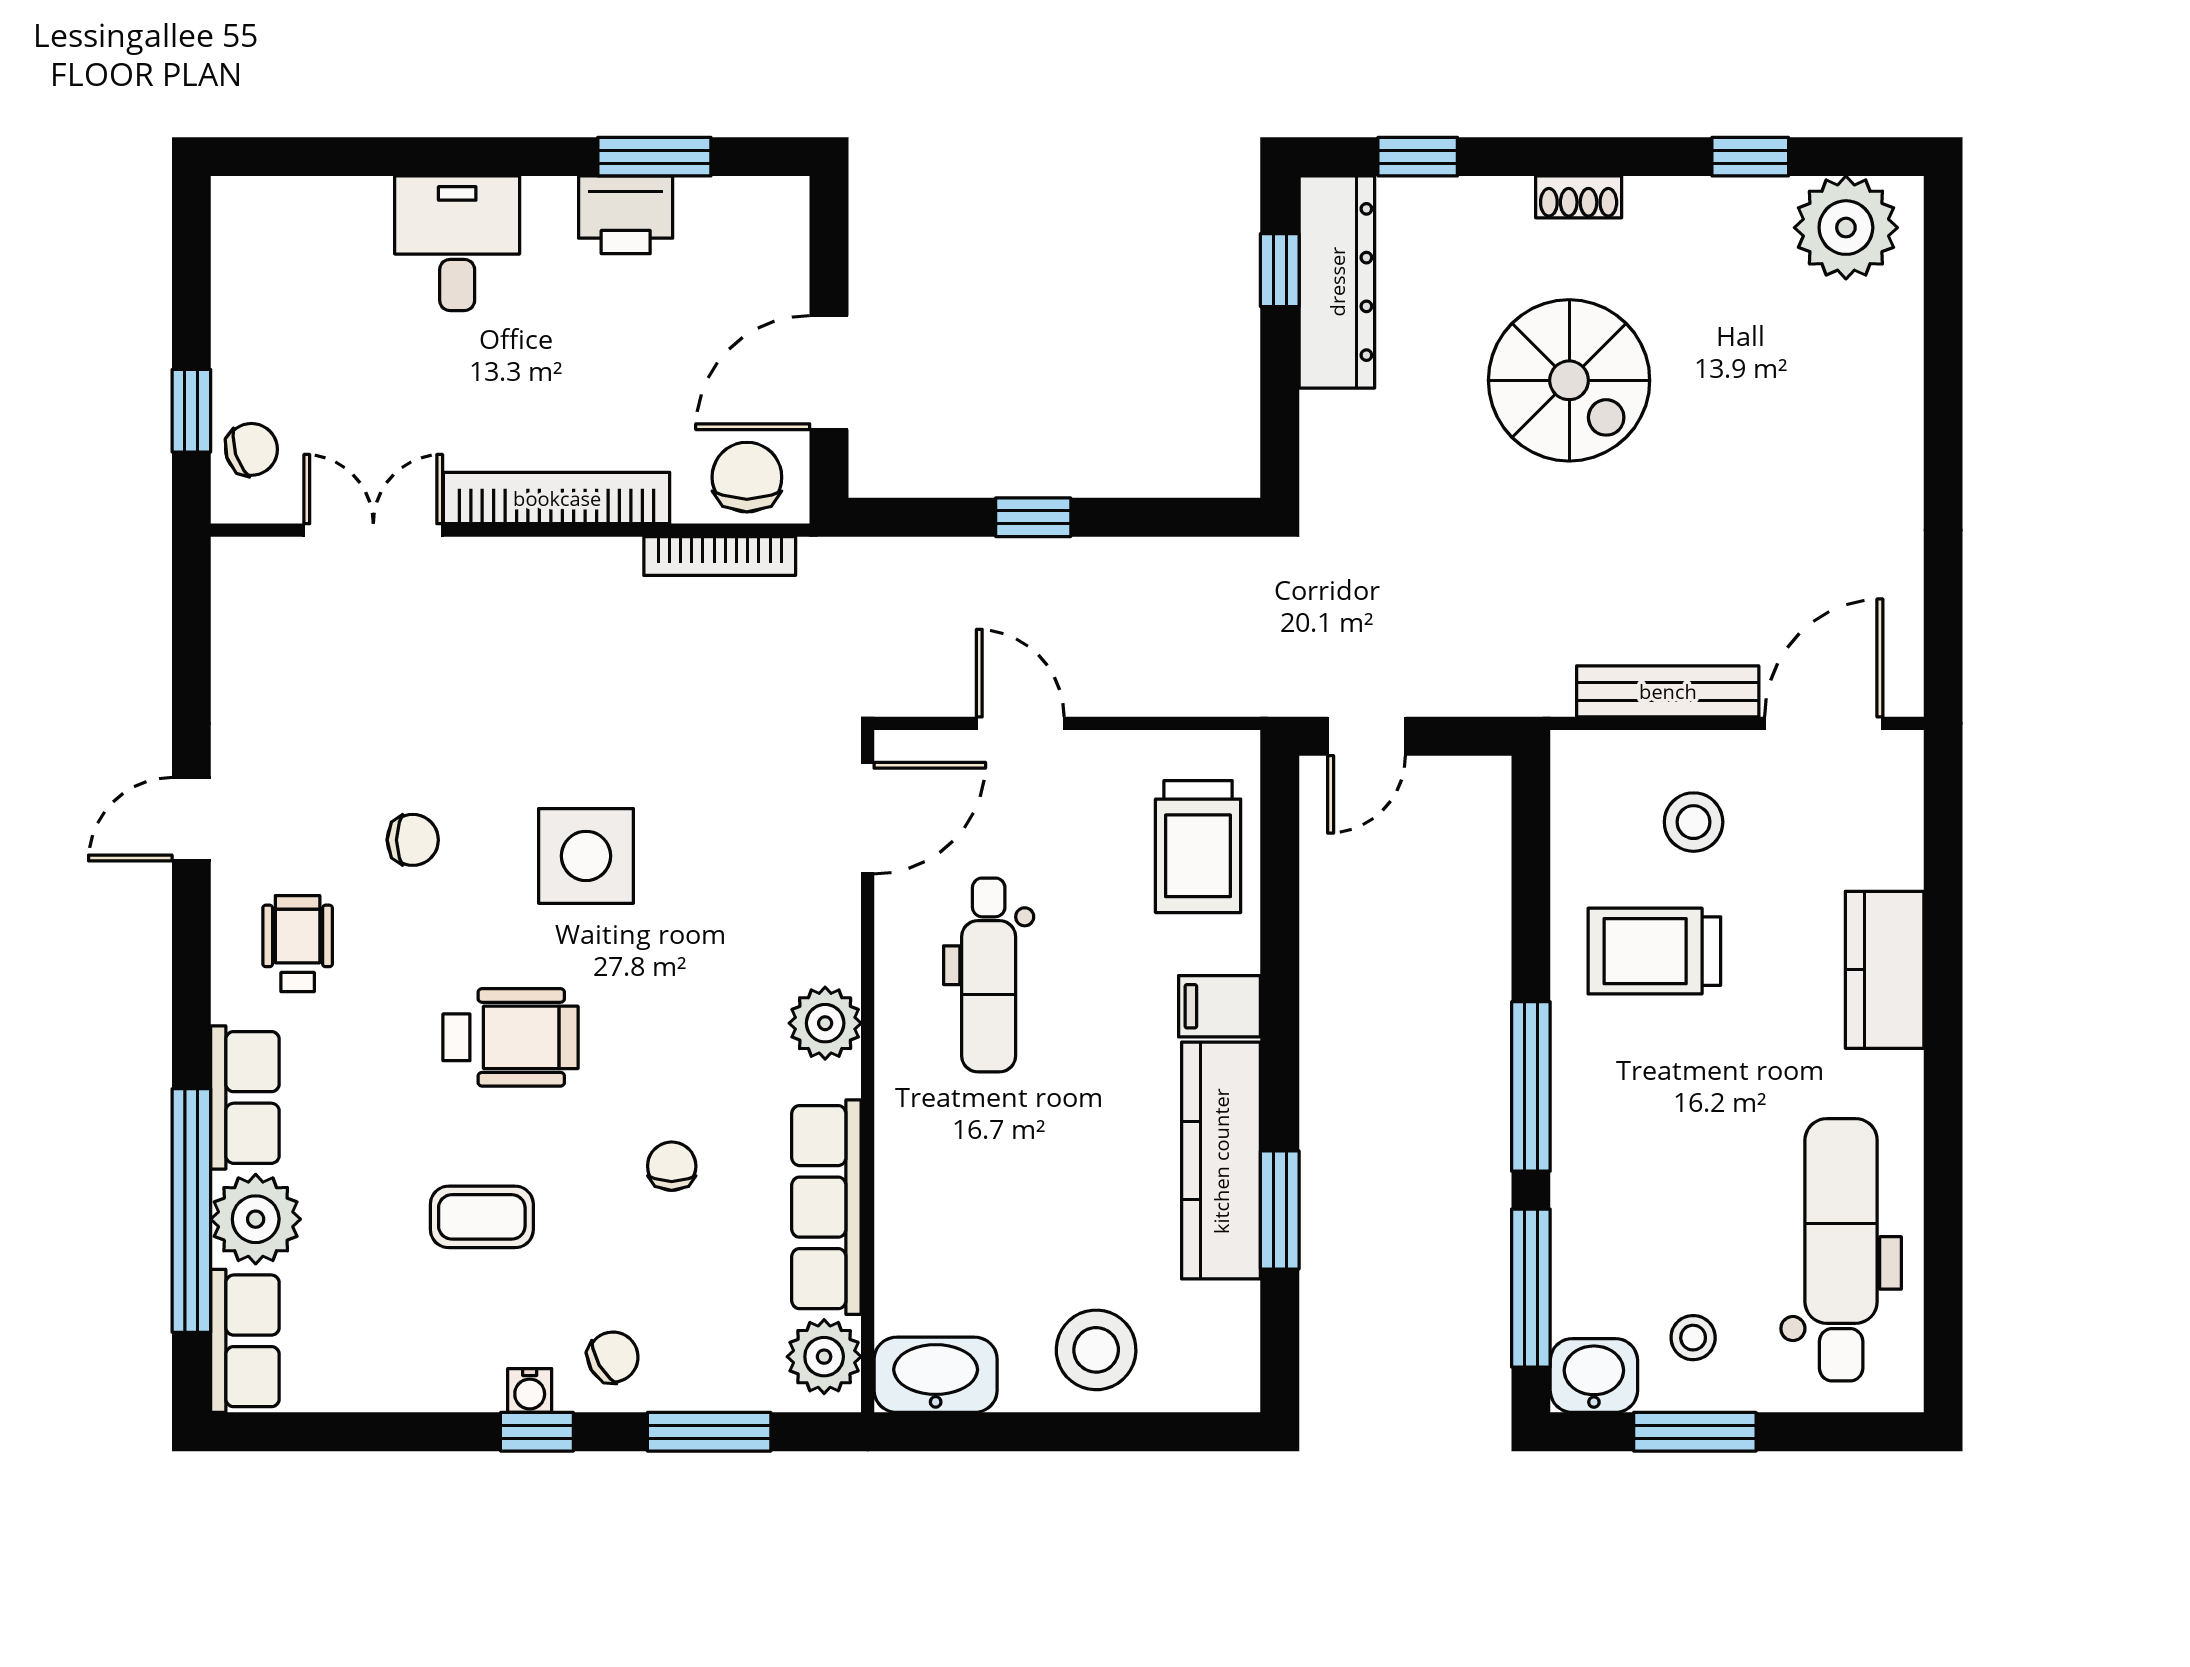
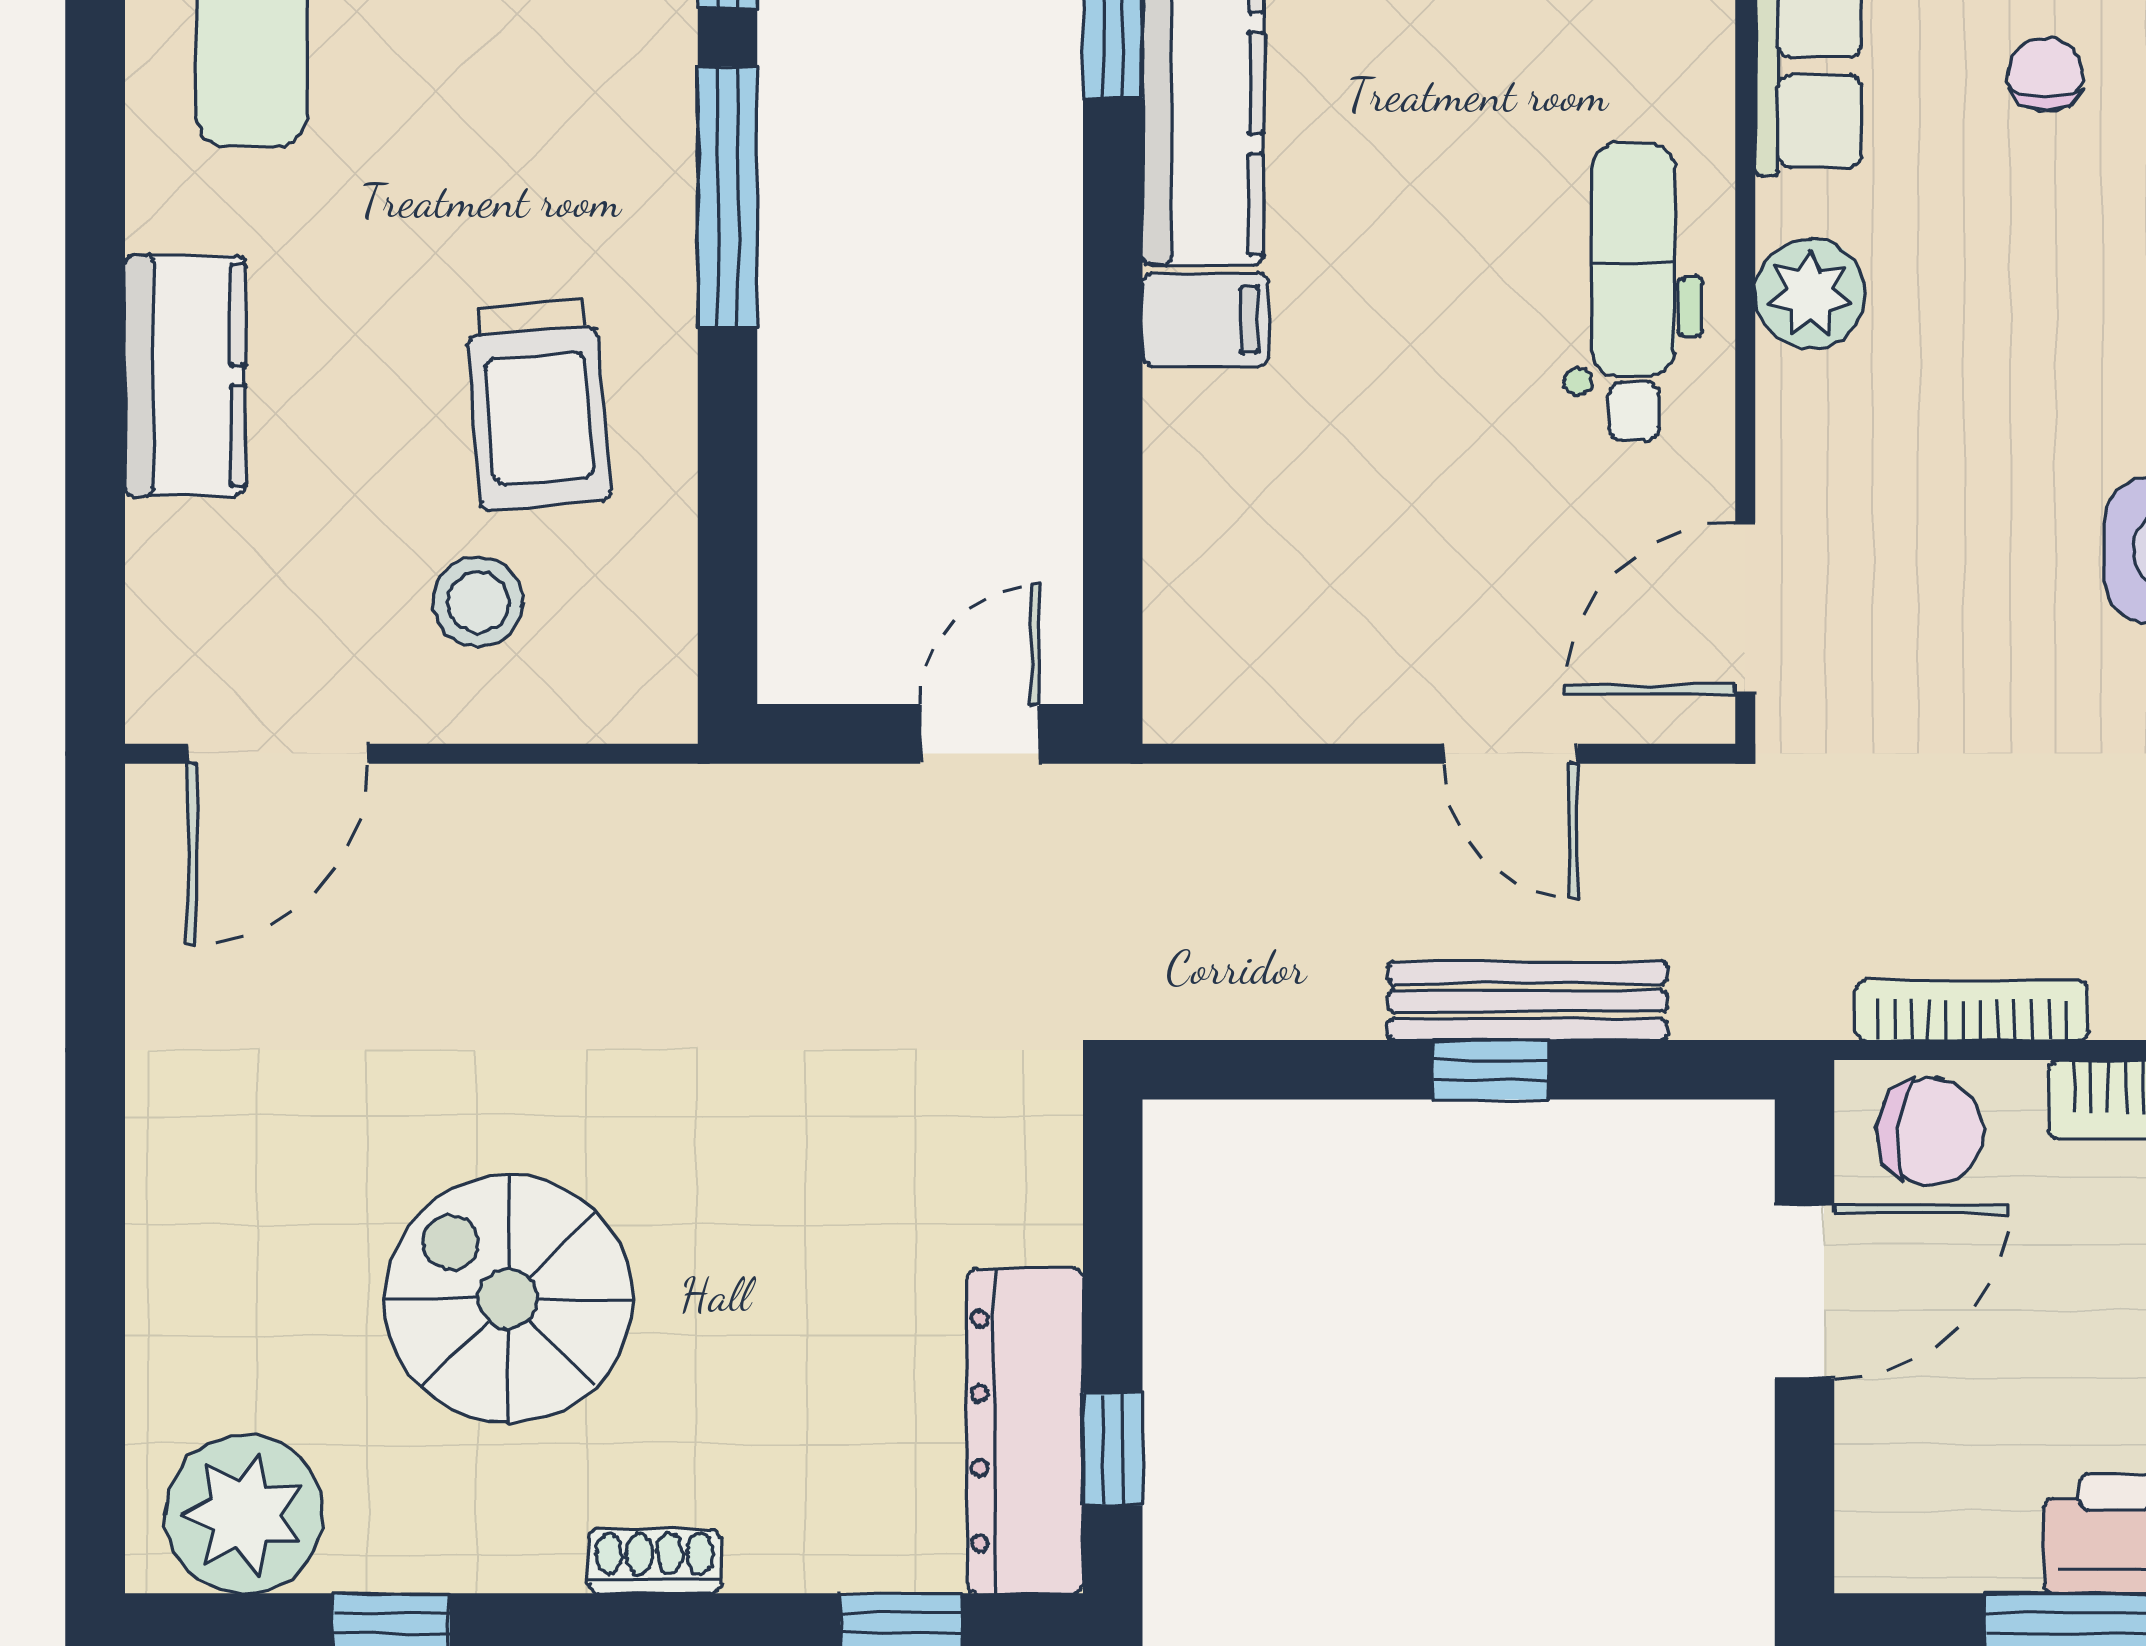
spiral stairs: (1569, 380) -> (508, 1299), moved
chair: (747, 477) -> (1930, 1131), turned -84
bench: (1668, 691) -> (1528, 1001), moved
trolley: (1198, 847) -> (1238, 565), removed
trolley: (1654, 951) -> (538, 404), turned 85
dental chair: (989, 975) -> (1634, 292), moved
chair: (672, 1166) -> (2046, 74), turned 180

